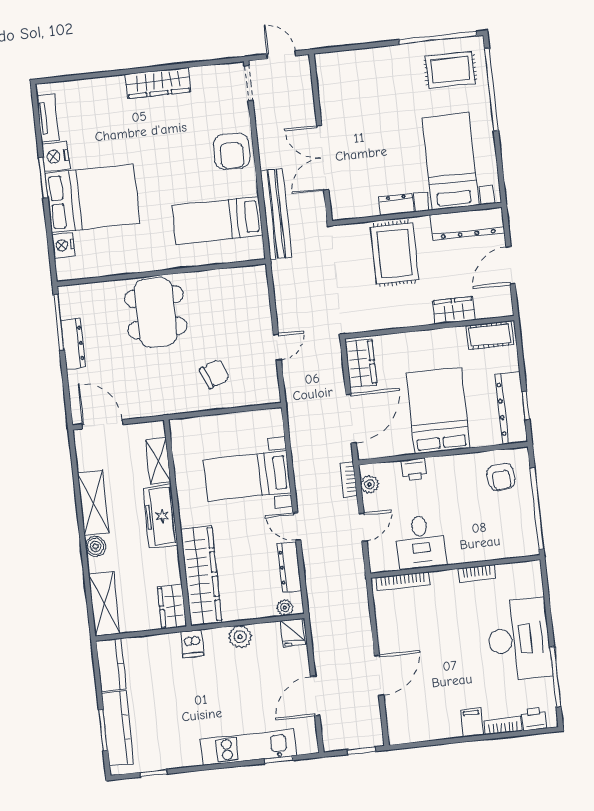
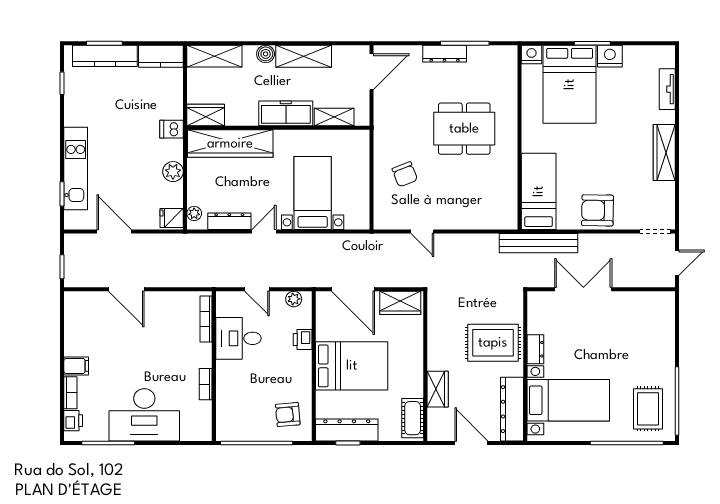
tv unit: (48, 118) -> (667, 89), moved, turned 90
wall: (161, 273) -> (519, 137), moved
bookcase: (349, 480) -> (300, 281), removed

